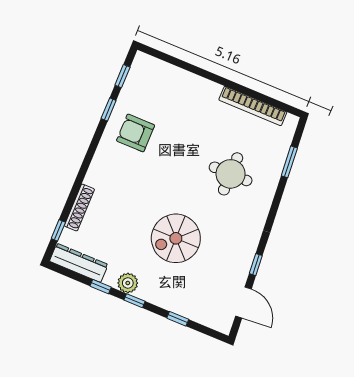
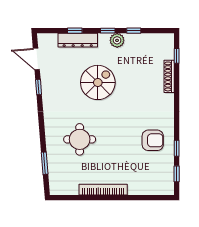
bookcase: (253, 106) -> (103, 190), moved
dresser: (79, 263) -> (78, 40), moved

